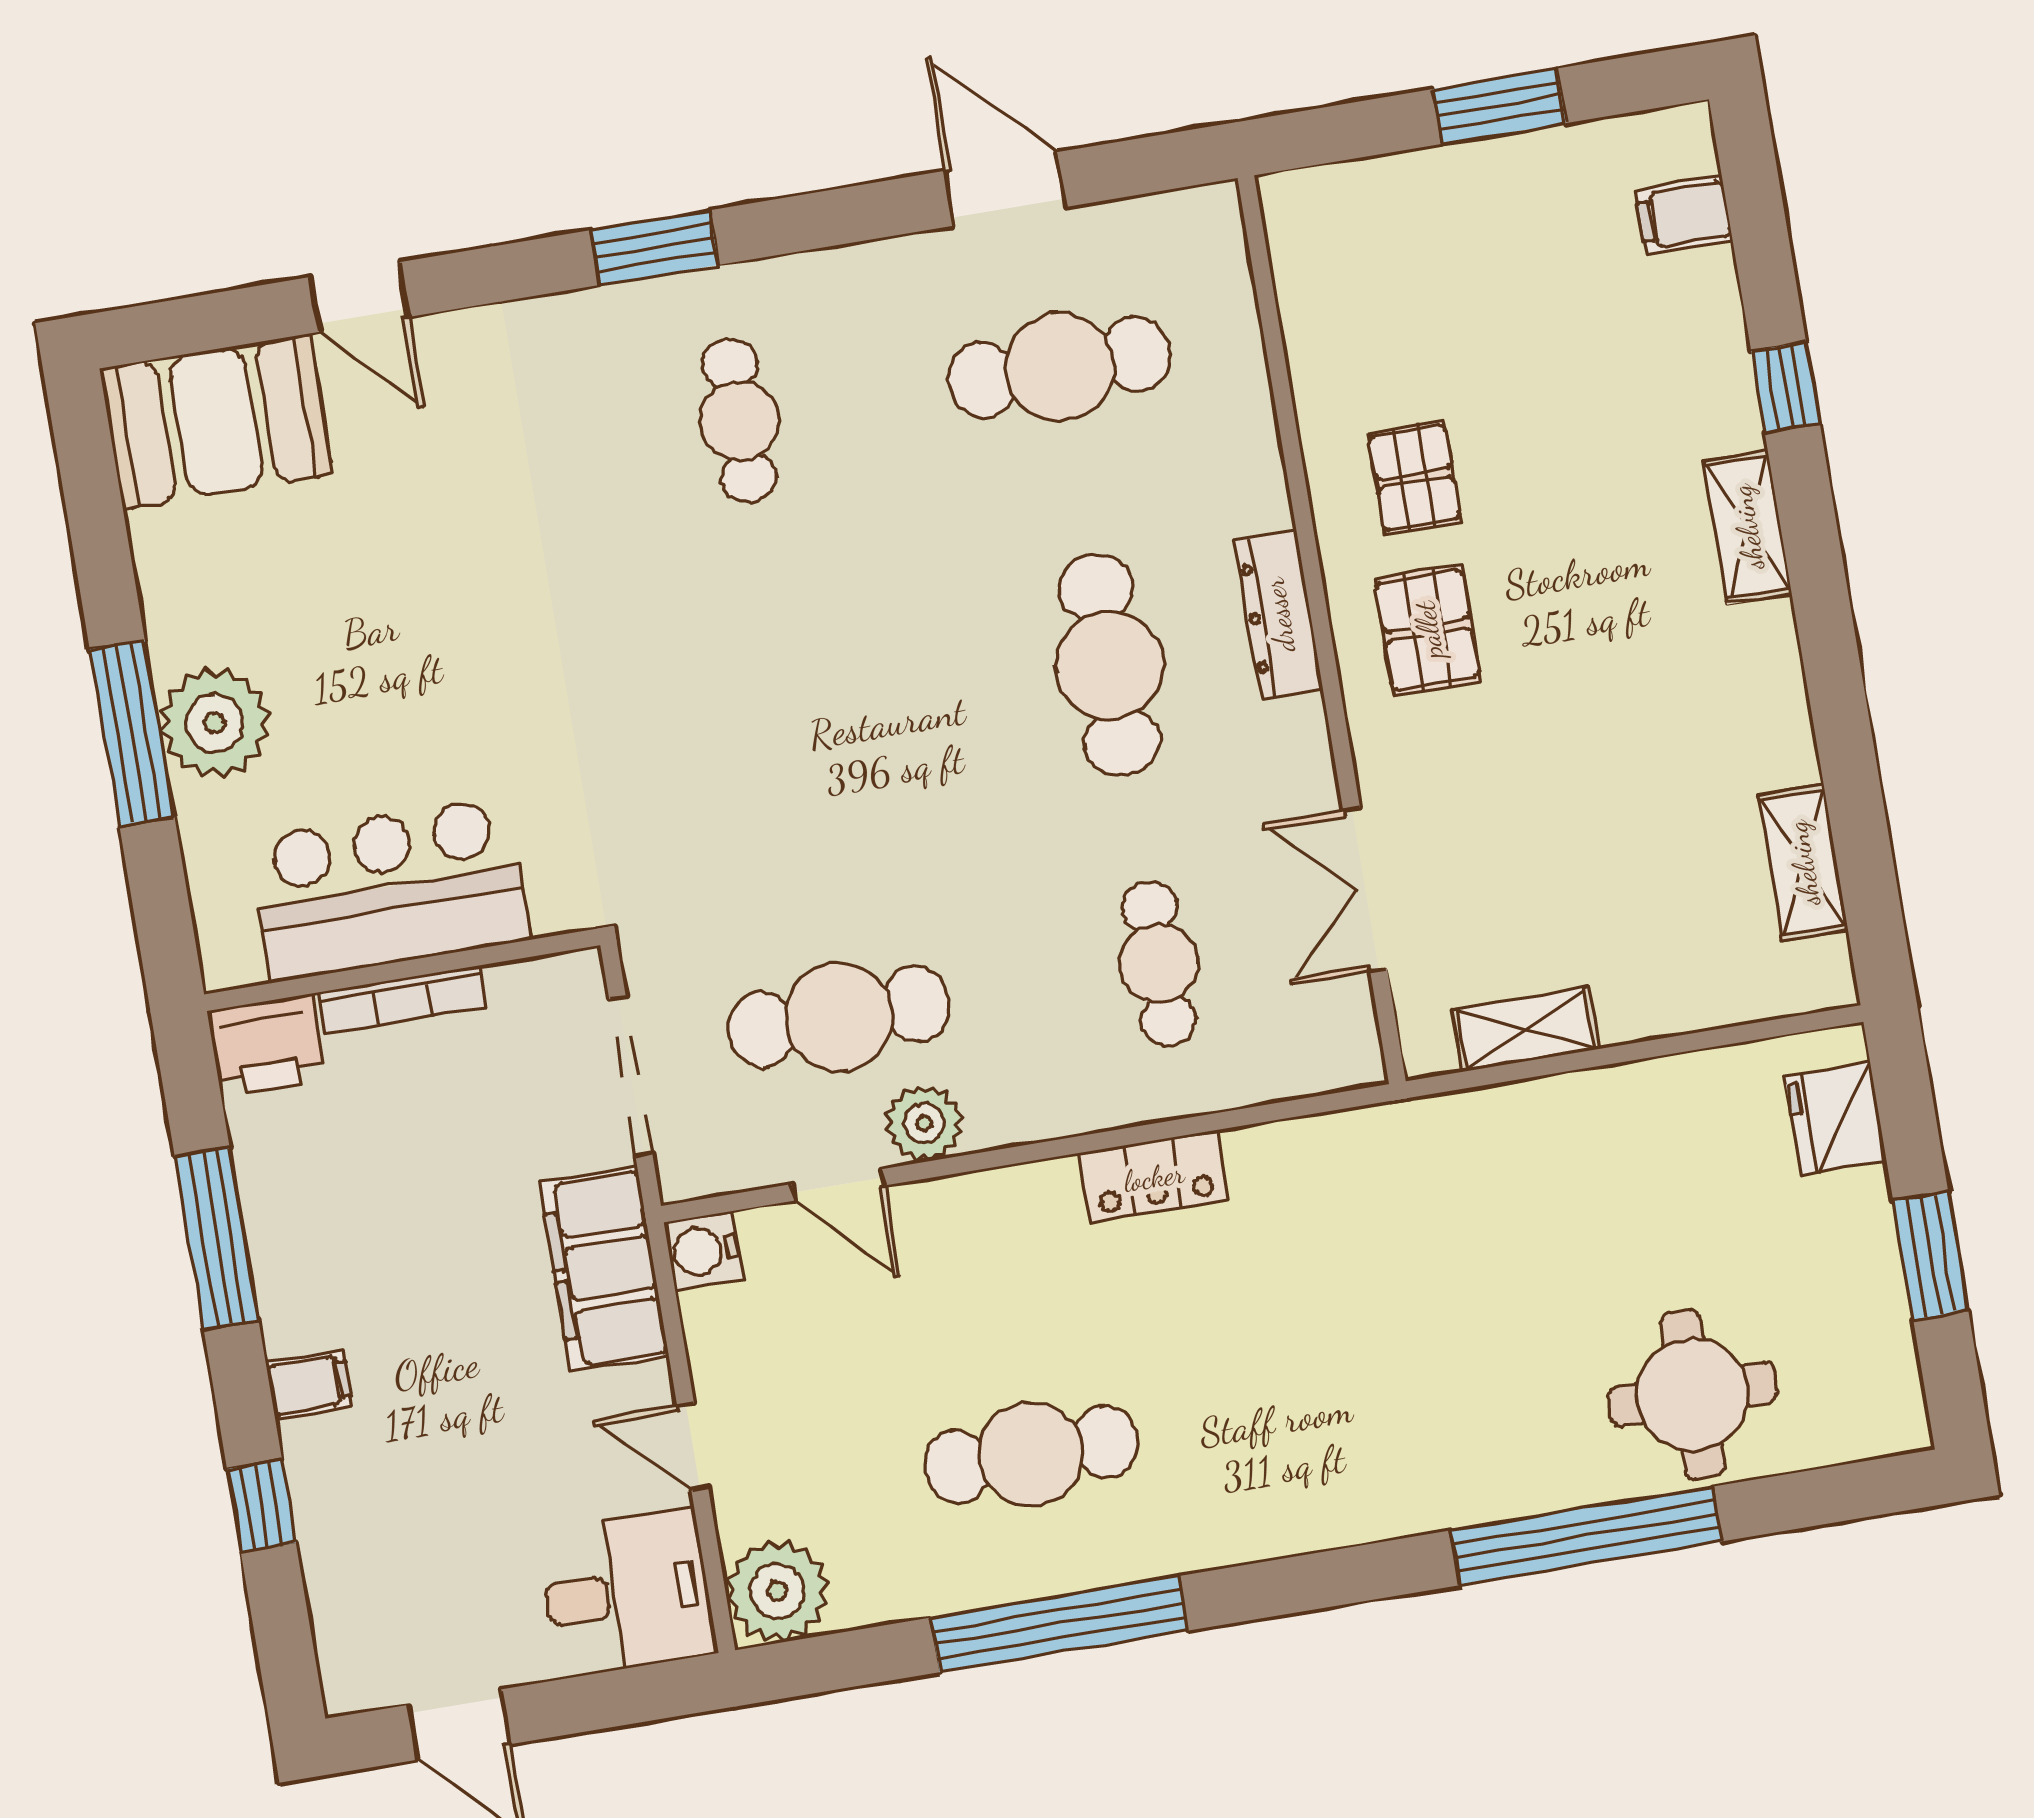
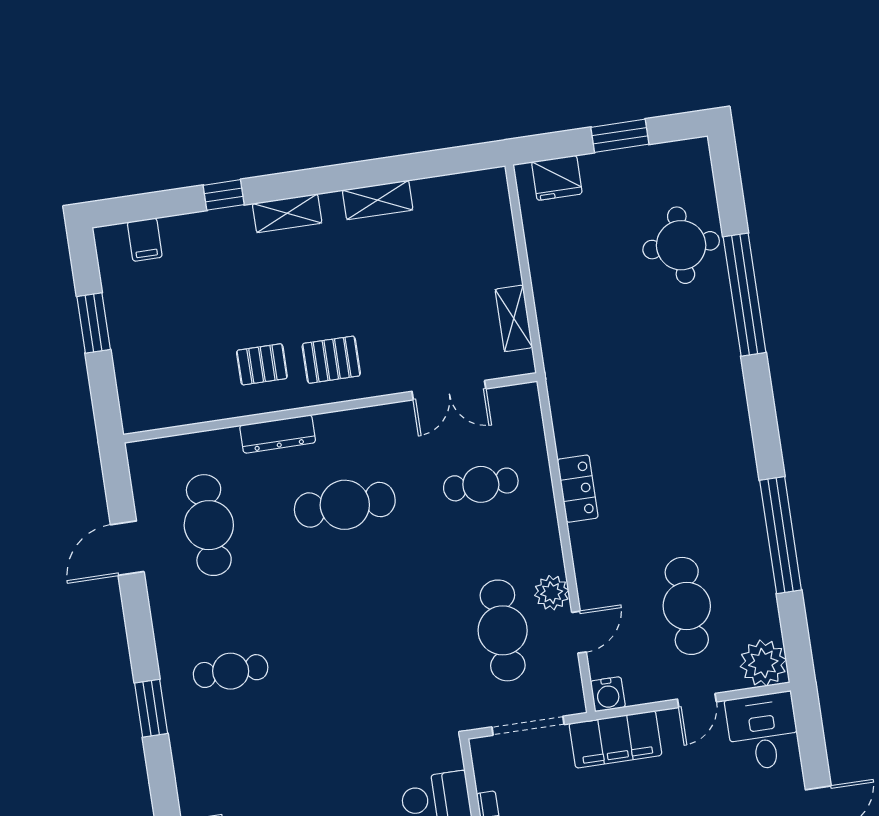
dresser: (1279, 615) -> (278, 434), moved
shelving: (1803, 863) -> (378, 200), moved
cafe table: (1031, 1454) -> (687, 606), moved

